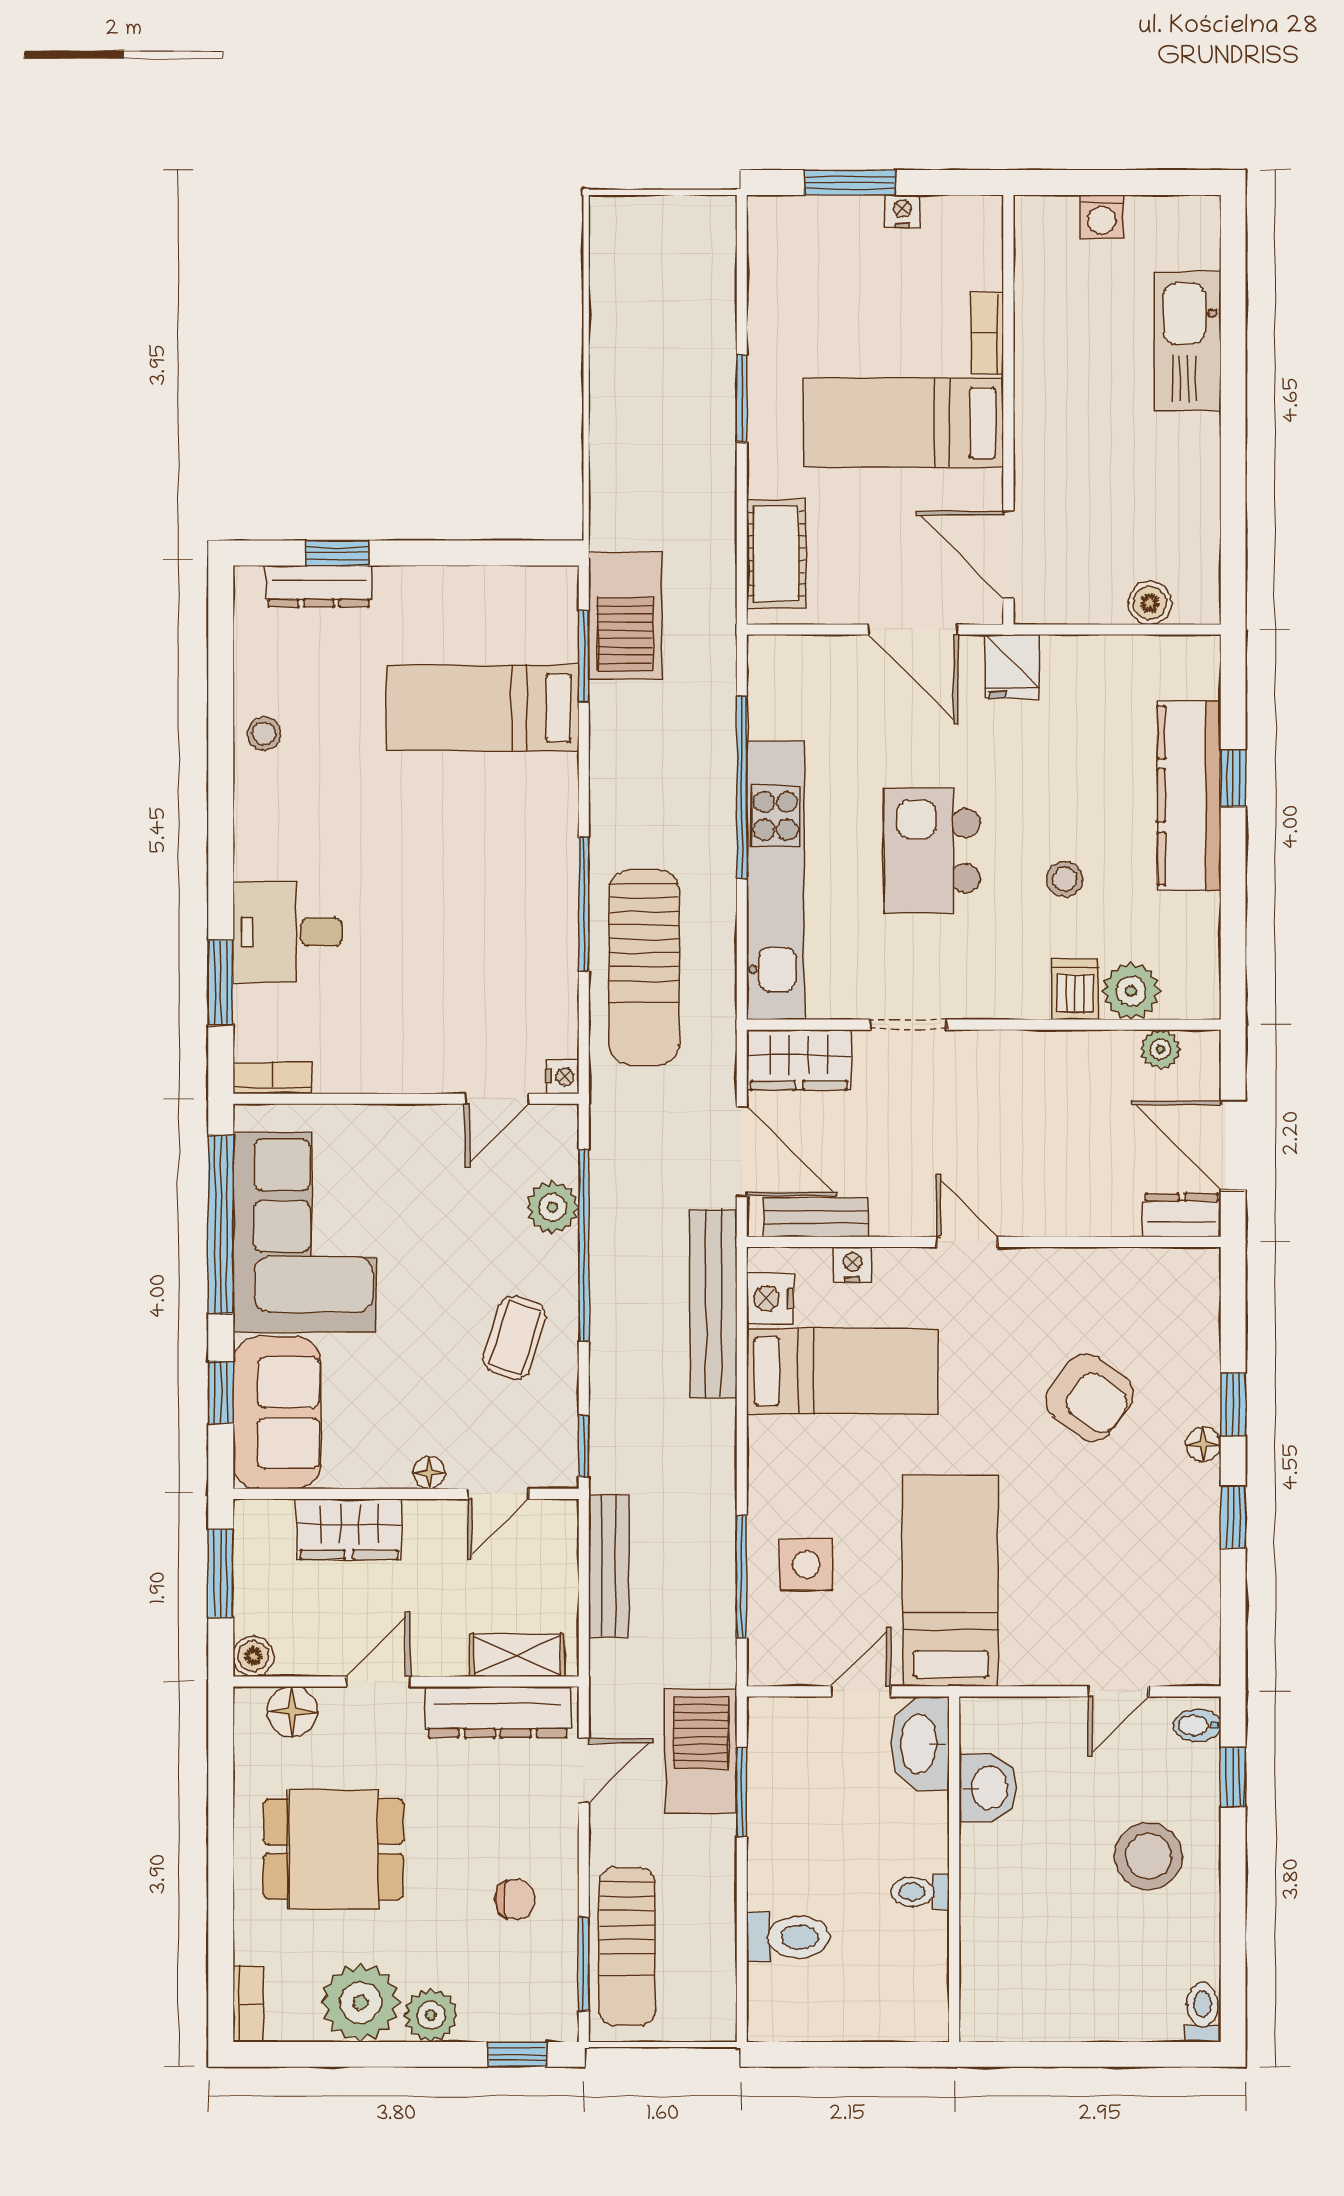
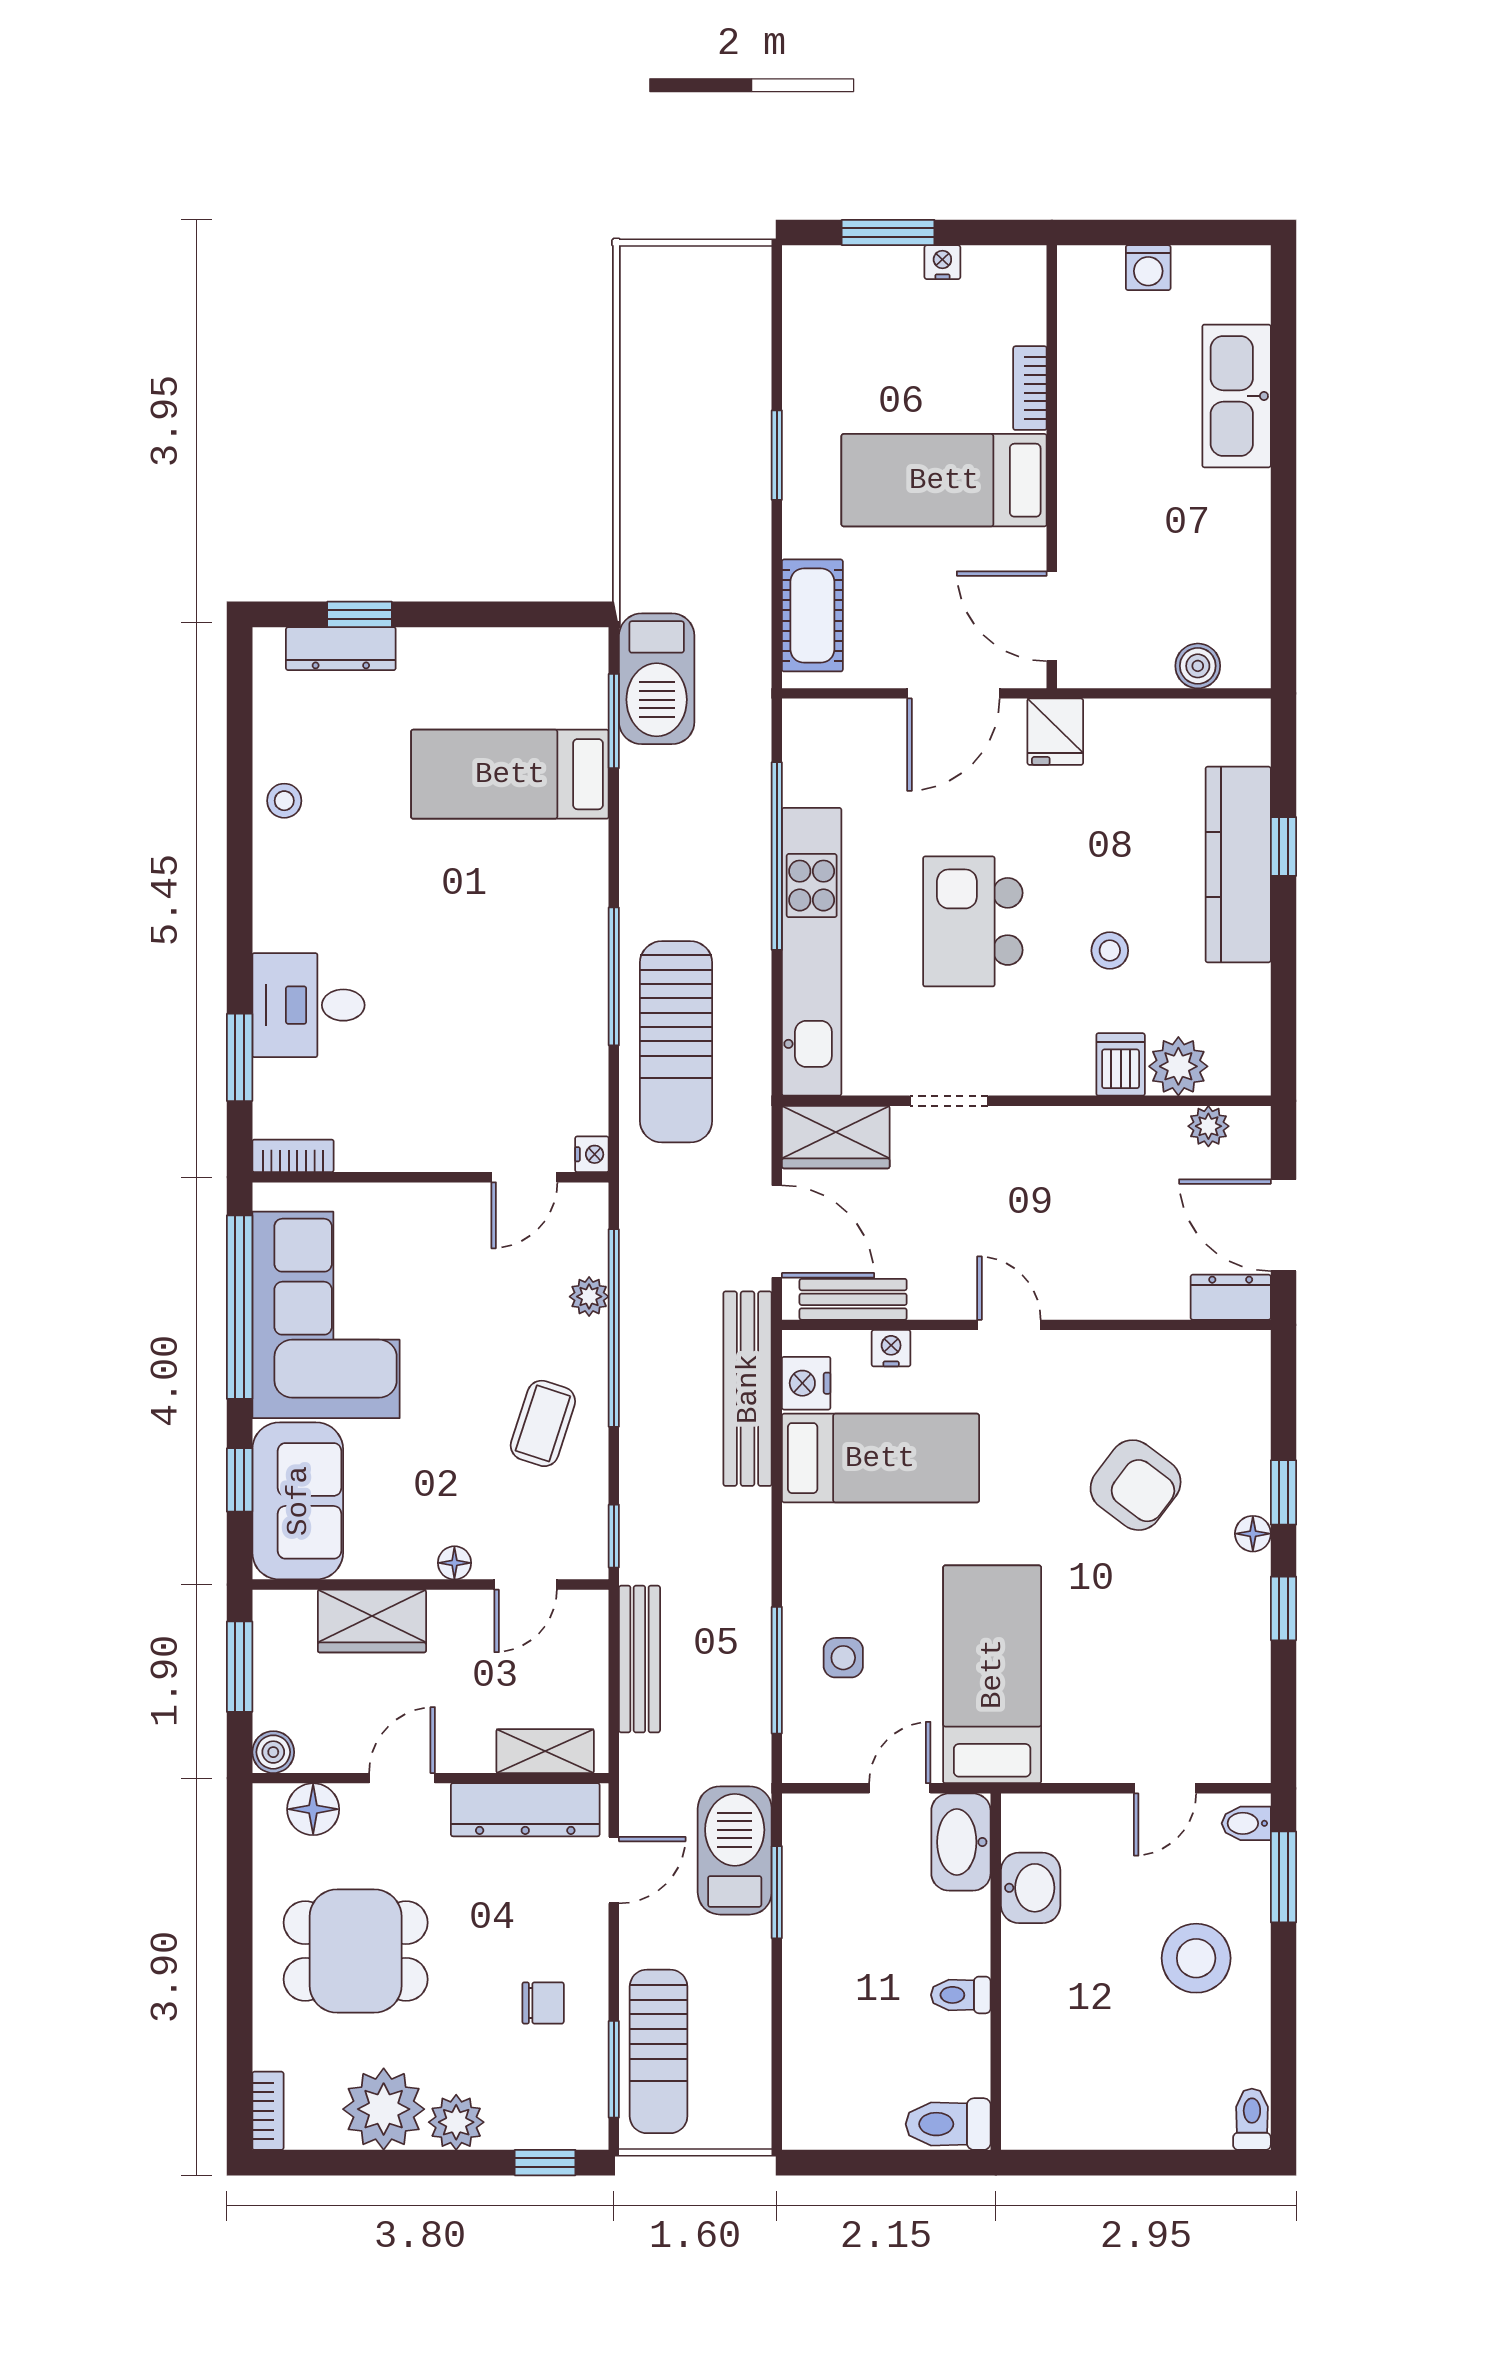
door: (913, 630) -> (953, 693), hinge flipped
plant: (553, 1207) -> (589, 1297), width x0.73, depth x0.73
side table: (806, 1565) -> (843, 1658), width x0.73, depth x0.73
window: (1233, 1777) -> (1284, 1877), width x1.50
toilet: (788, 1937) -> (948, 2124), moved, turned 180

